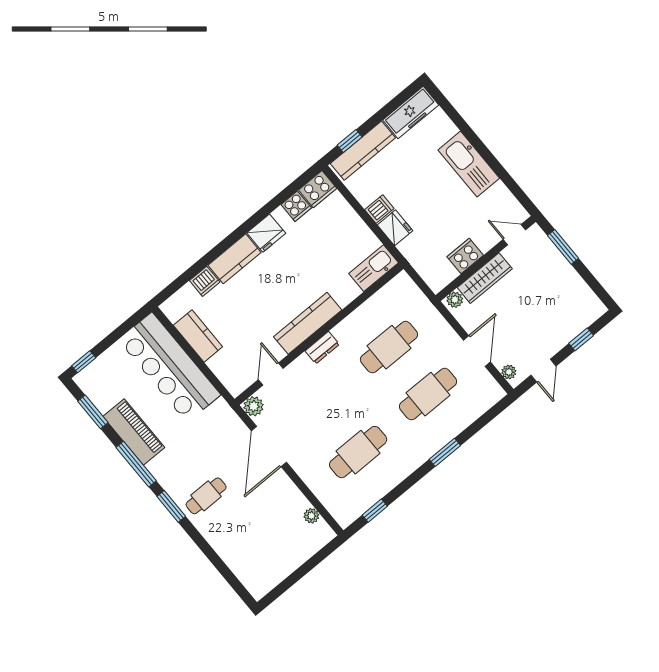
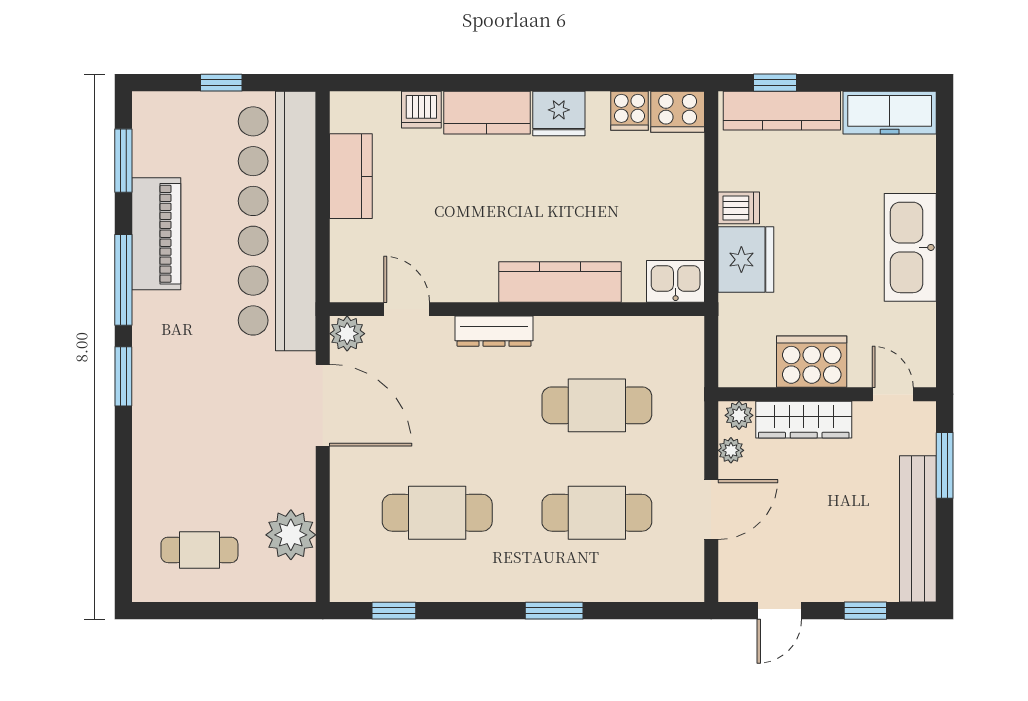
fridge: (395, 228) -> (746, 260), width x1.36, depth x1.34
cooker: (465, 256) -> (812, 362), width x1.37, depth x1.31
kitchen sink: (374, 268) -> (676, 281), width x0.73
bench: (574, 284) -> (918, 529), added
kitchen counter: (308, 323) -> (560, 282), moved
dresser: (322, 348) -> (494, 331), width x1.44
window: (84, 362) -> (221, 83), moved
bar counter: (169, 367) -> (277, 221), width x1.36
plant: (509, 372) -> (731, 450), moved
door: (271, 374) -> (407, 309), hinge flipped
door: (269, 447) -> (323, 405), swing flipped
cafe table: (206, 496) -> (199, 550), moved
plant: (311, 516) -> (291, 535), width x1.88, depth x1.88

